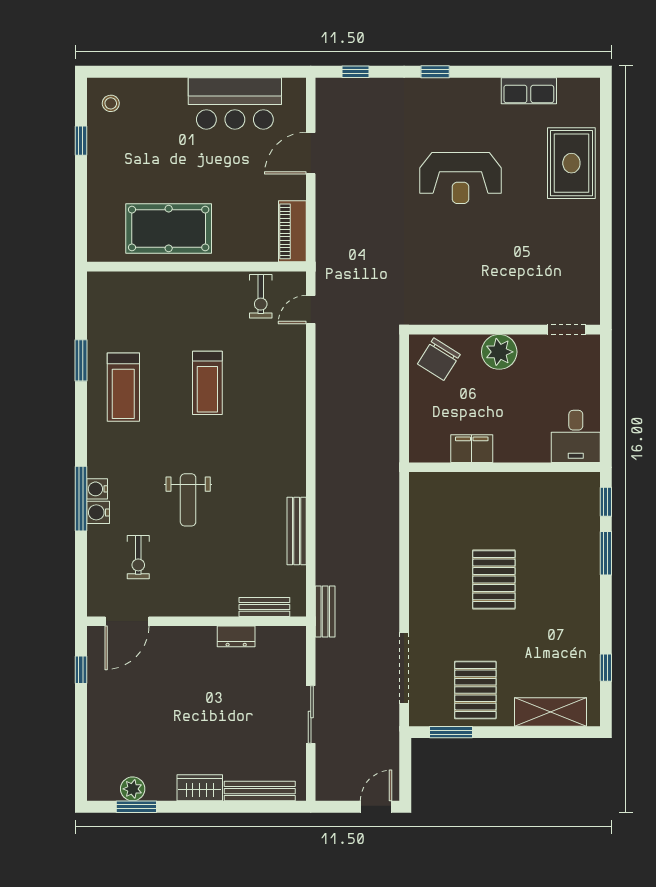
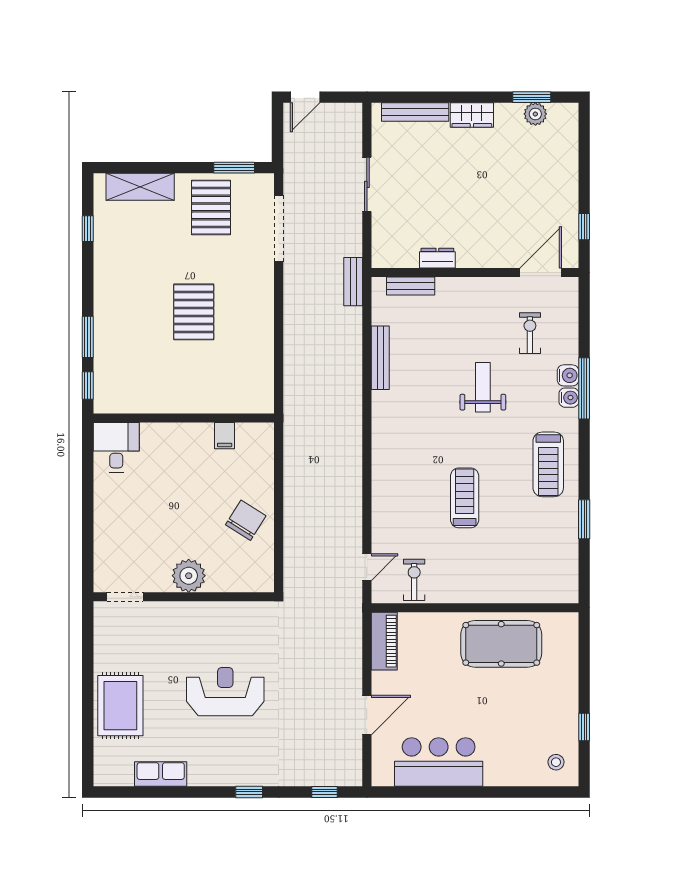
wall: (504, 330) -> (184, 597), moved
doorway: (566, 330) -> (125, 597), moved
plant: (499, 352) -> (189, 576), moved
treadmill: (123, 387) -> (548, 464), moved, turned 180
filing cabinet: (472, 449) -> (225, 436), width x0.50

